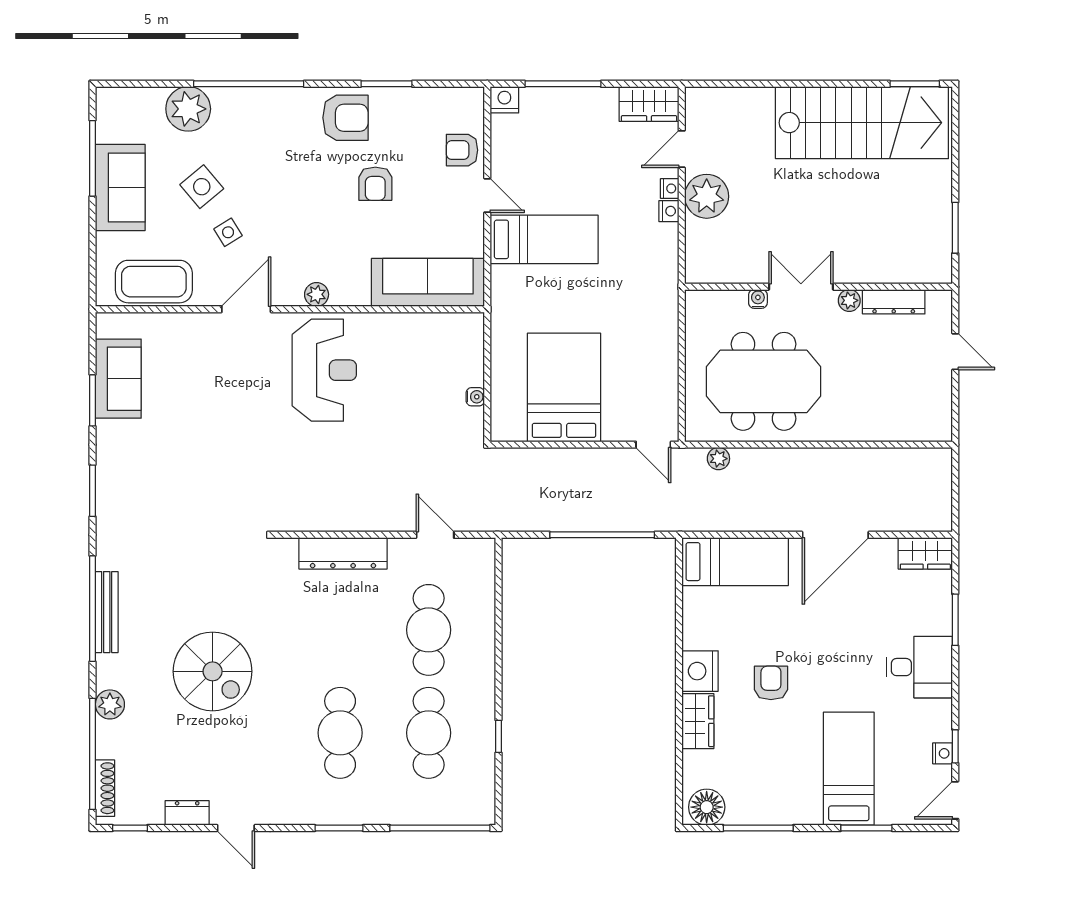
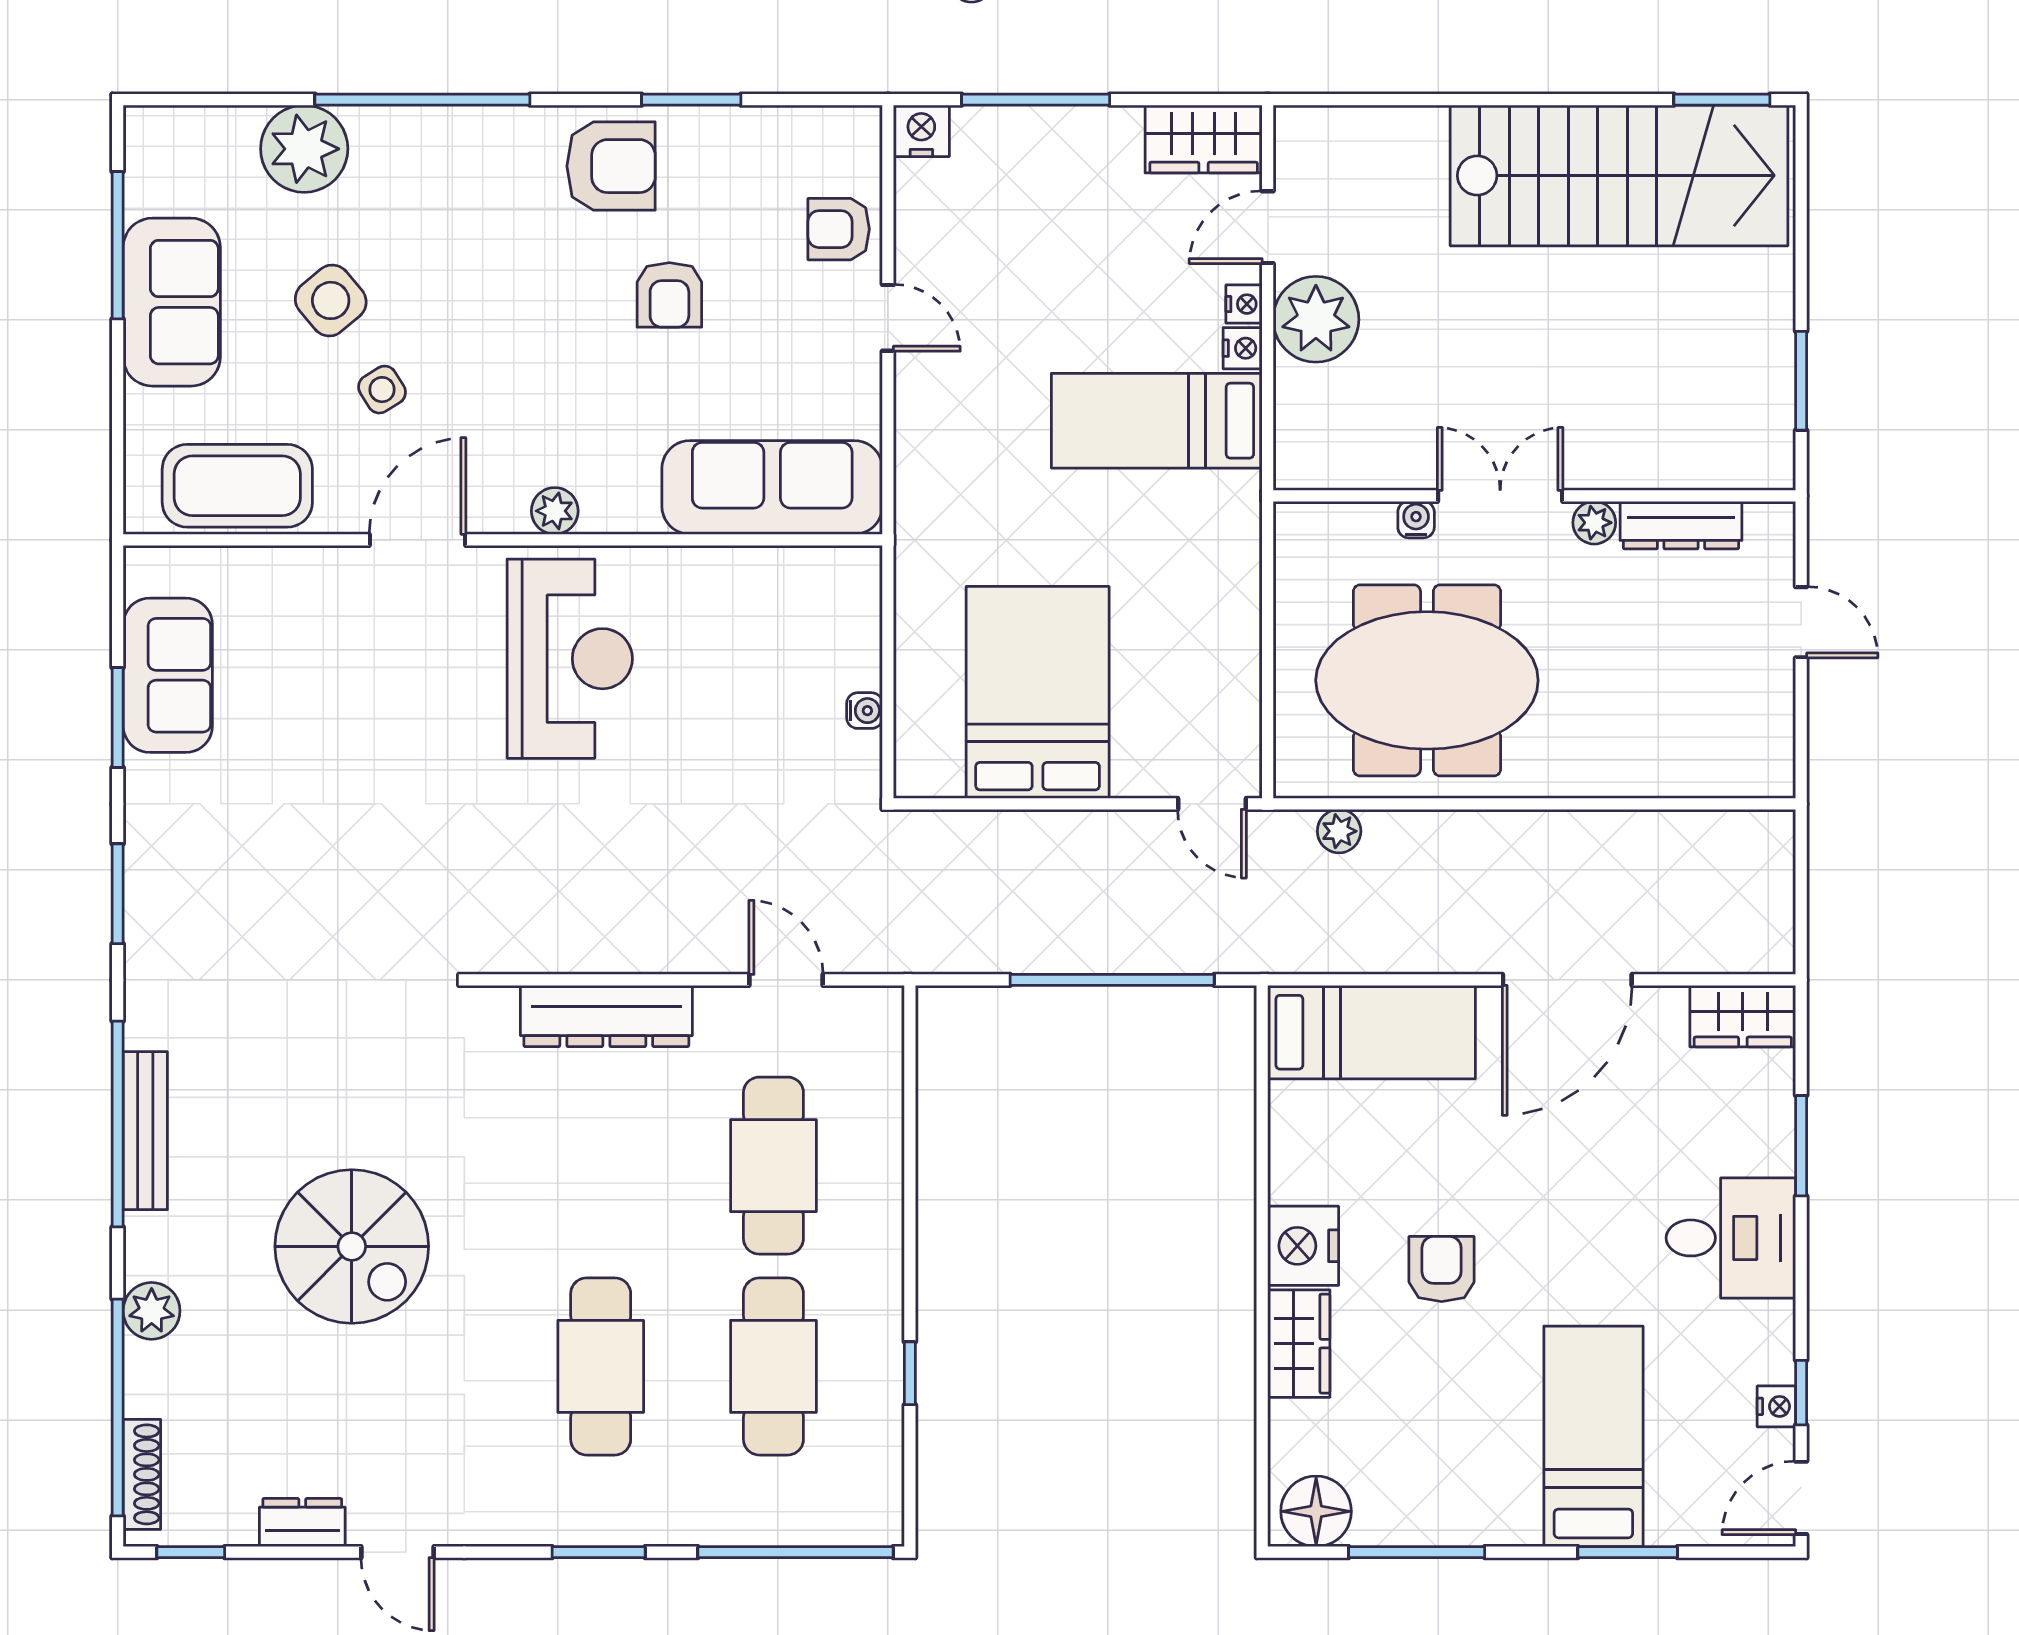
bed: (544, 239) -> (1157, 421), moved, turned 180

